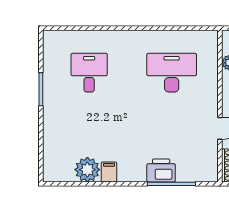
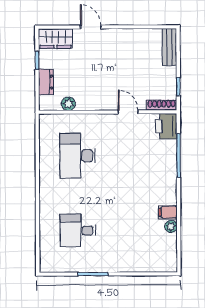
plant: (87, 170) -> (171, 226), width x0.53, depth x0.53
printer: (161, 171) -> (166, 126), moved

